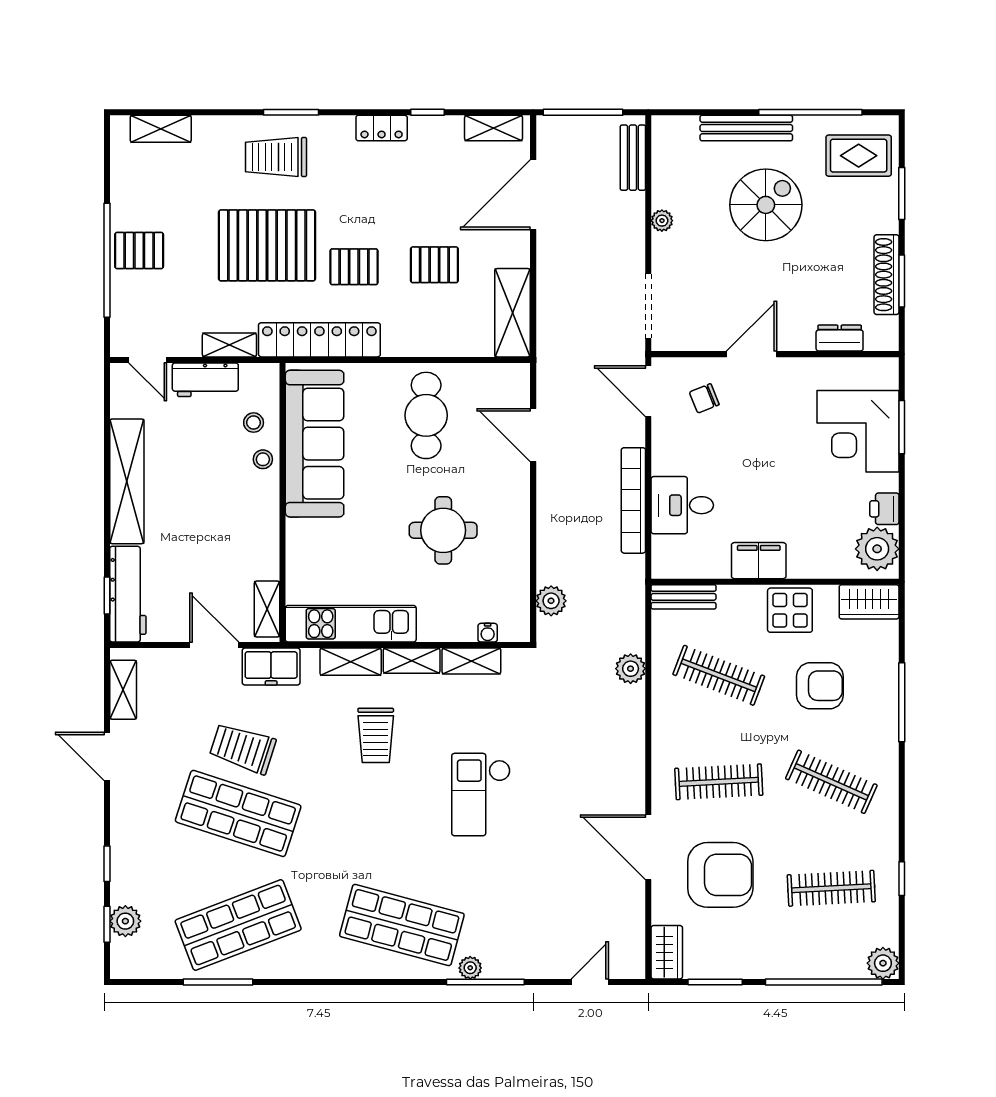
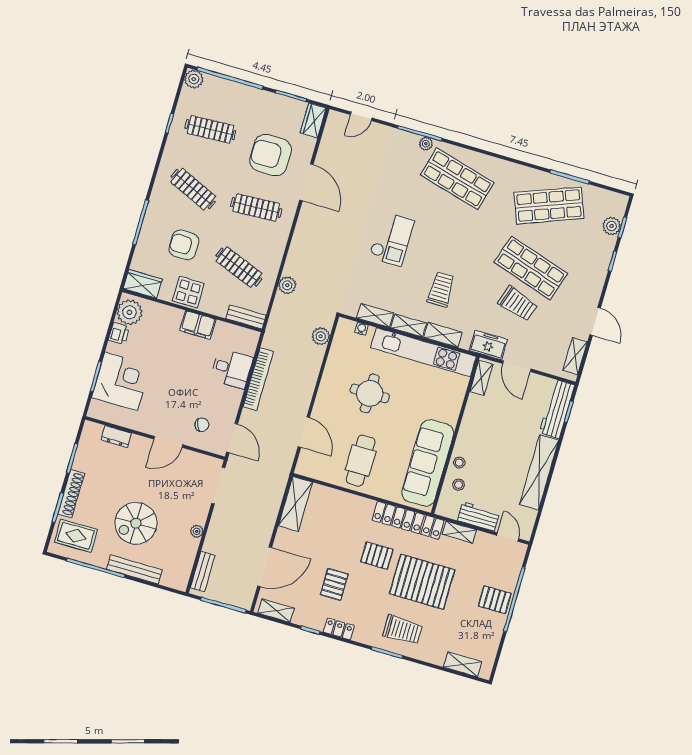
pallet: (434, 265) -> (334, 584), moved, turned 90
shoe rack: (887, 275) -> (71, 494), moved
kitchen unit: (351, 624) -> (423, 352), width x1.36

